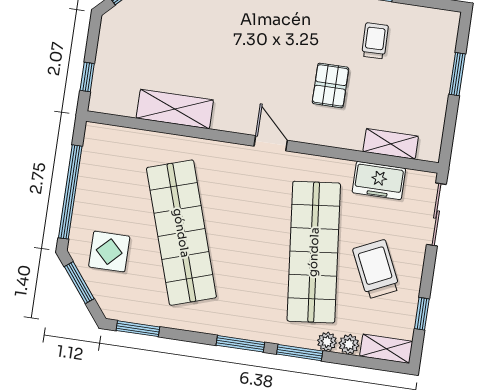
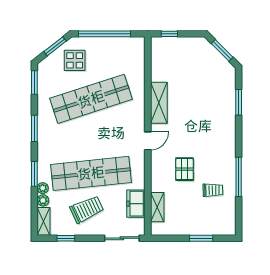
pallet: (330, 85) -> (185, 169), turned 90
shelving: (175, 109) -> (159, 103), moved
window: (240, 344) -> (34, 128), moved

